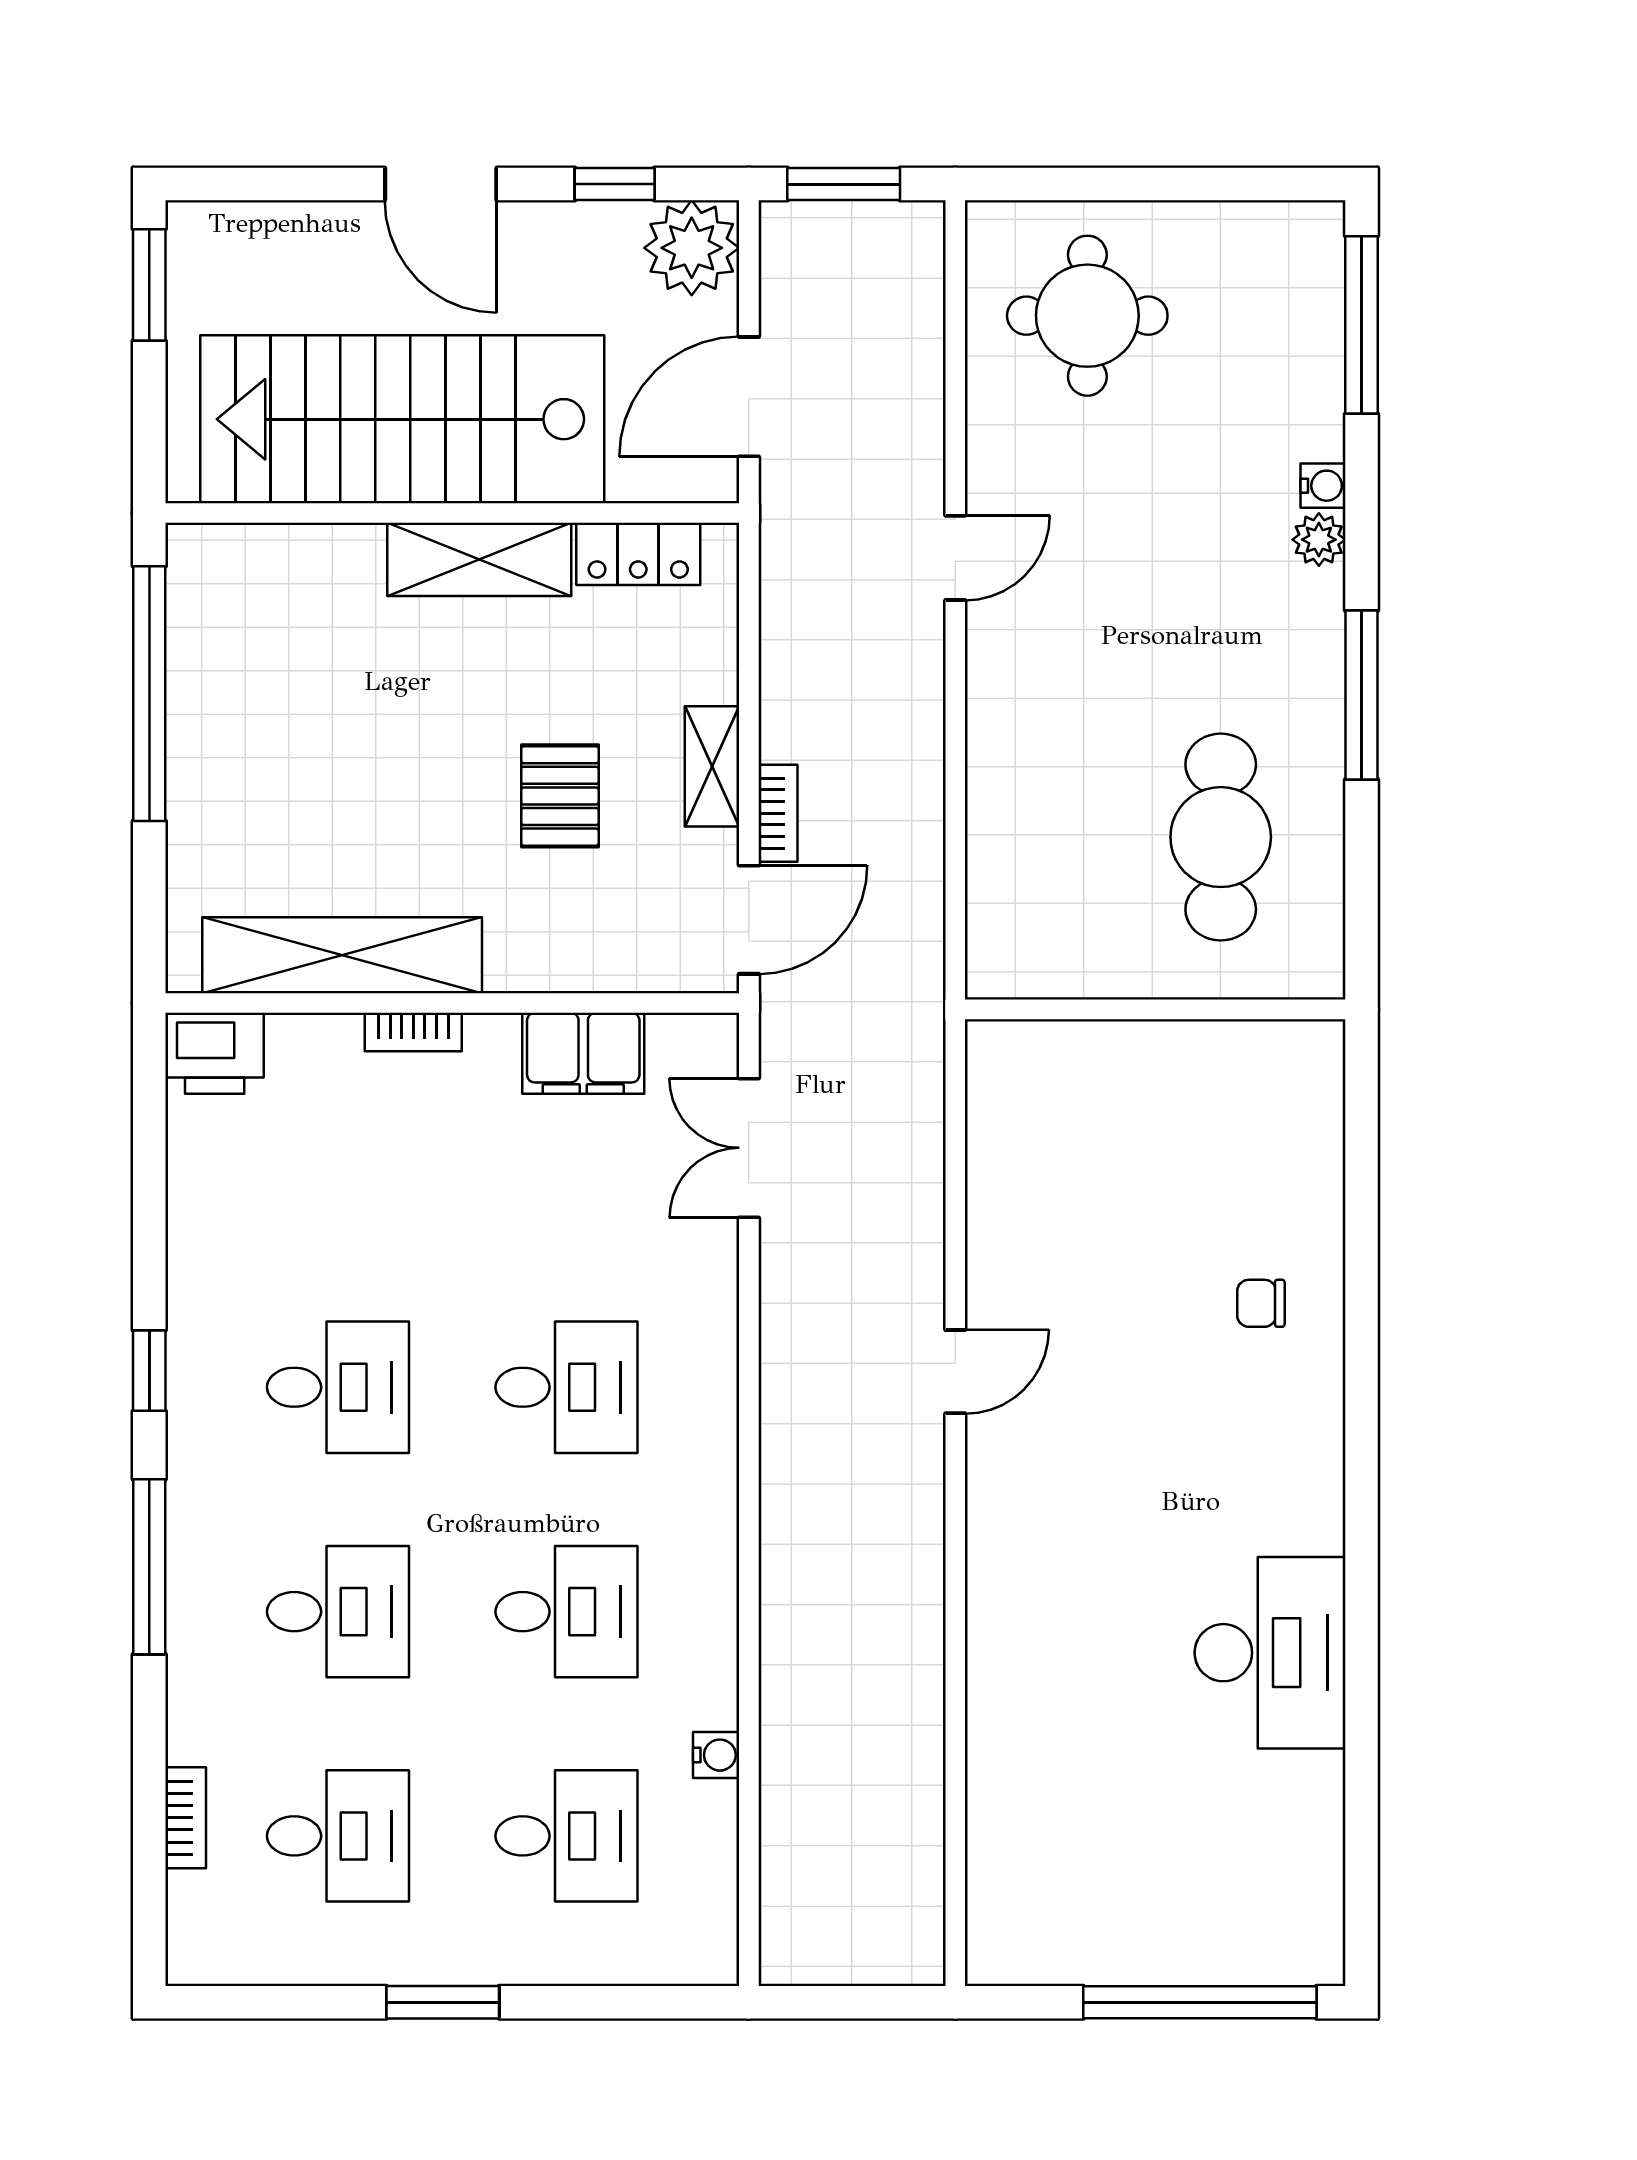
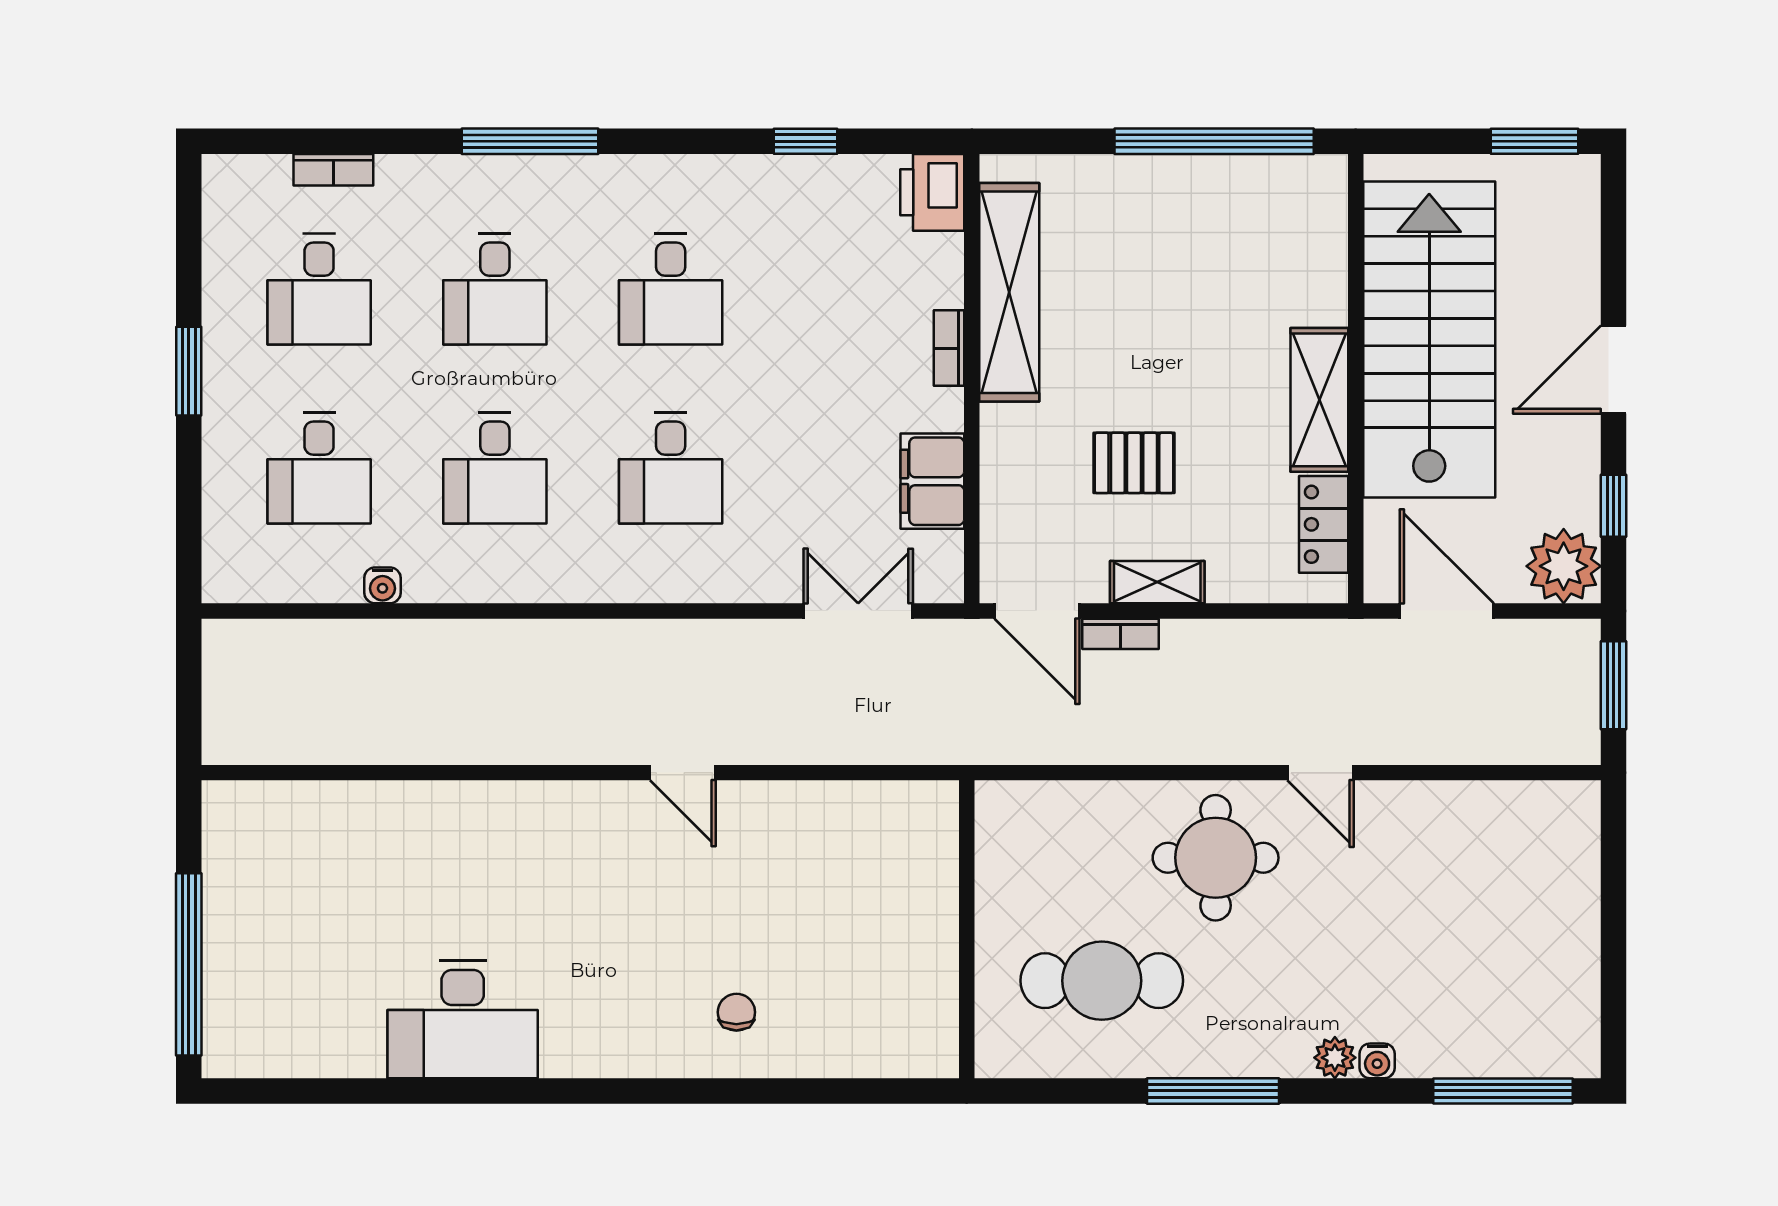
round table: (1087, 316) -> (1216, 858), moved
window: (149, 1371) -> (806, 141), moved

